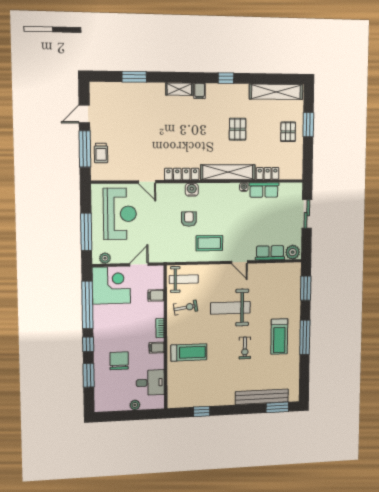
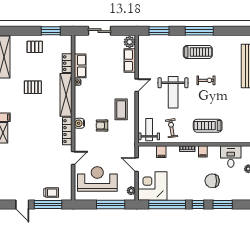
window: (308, 125) -> (51, 31), moved
treadmill: (189, 352) -> (208, 126), turned -90

